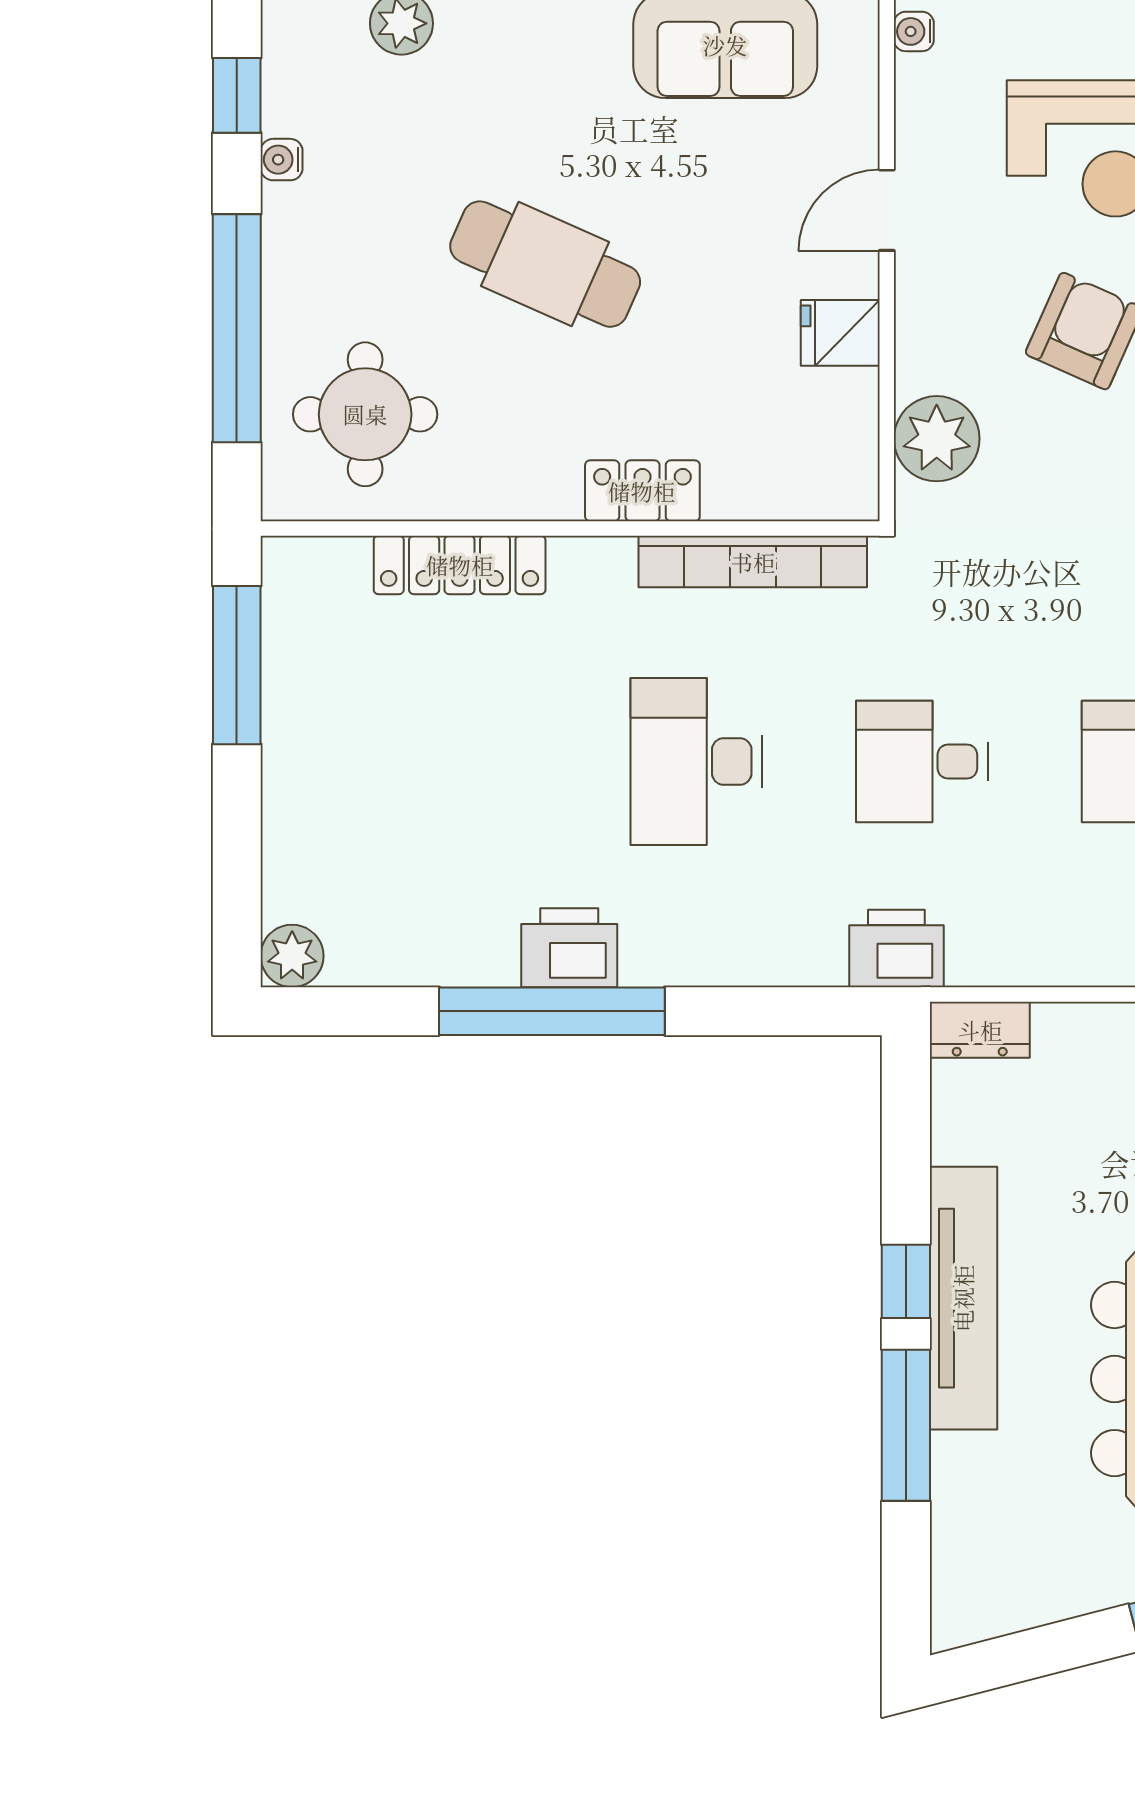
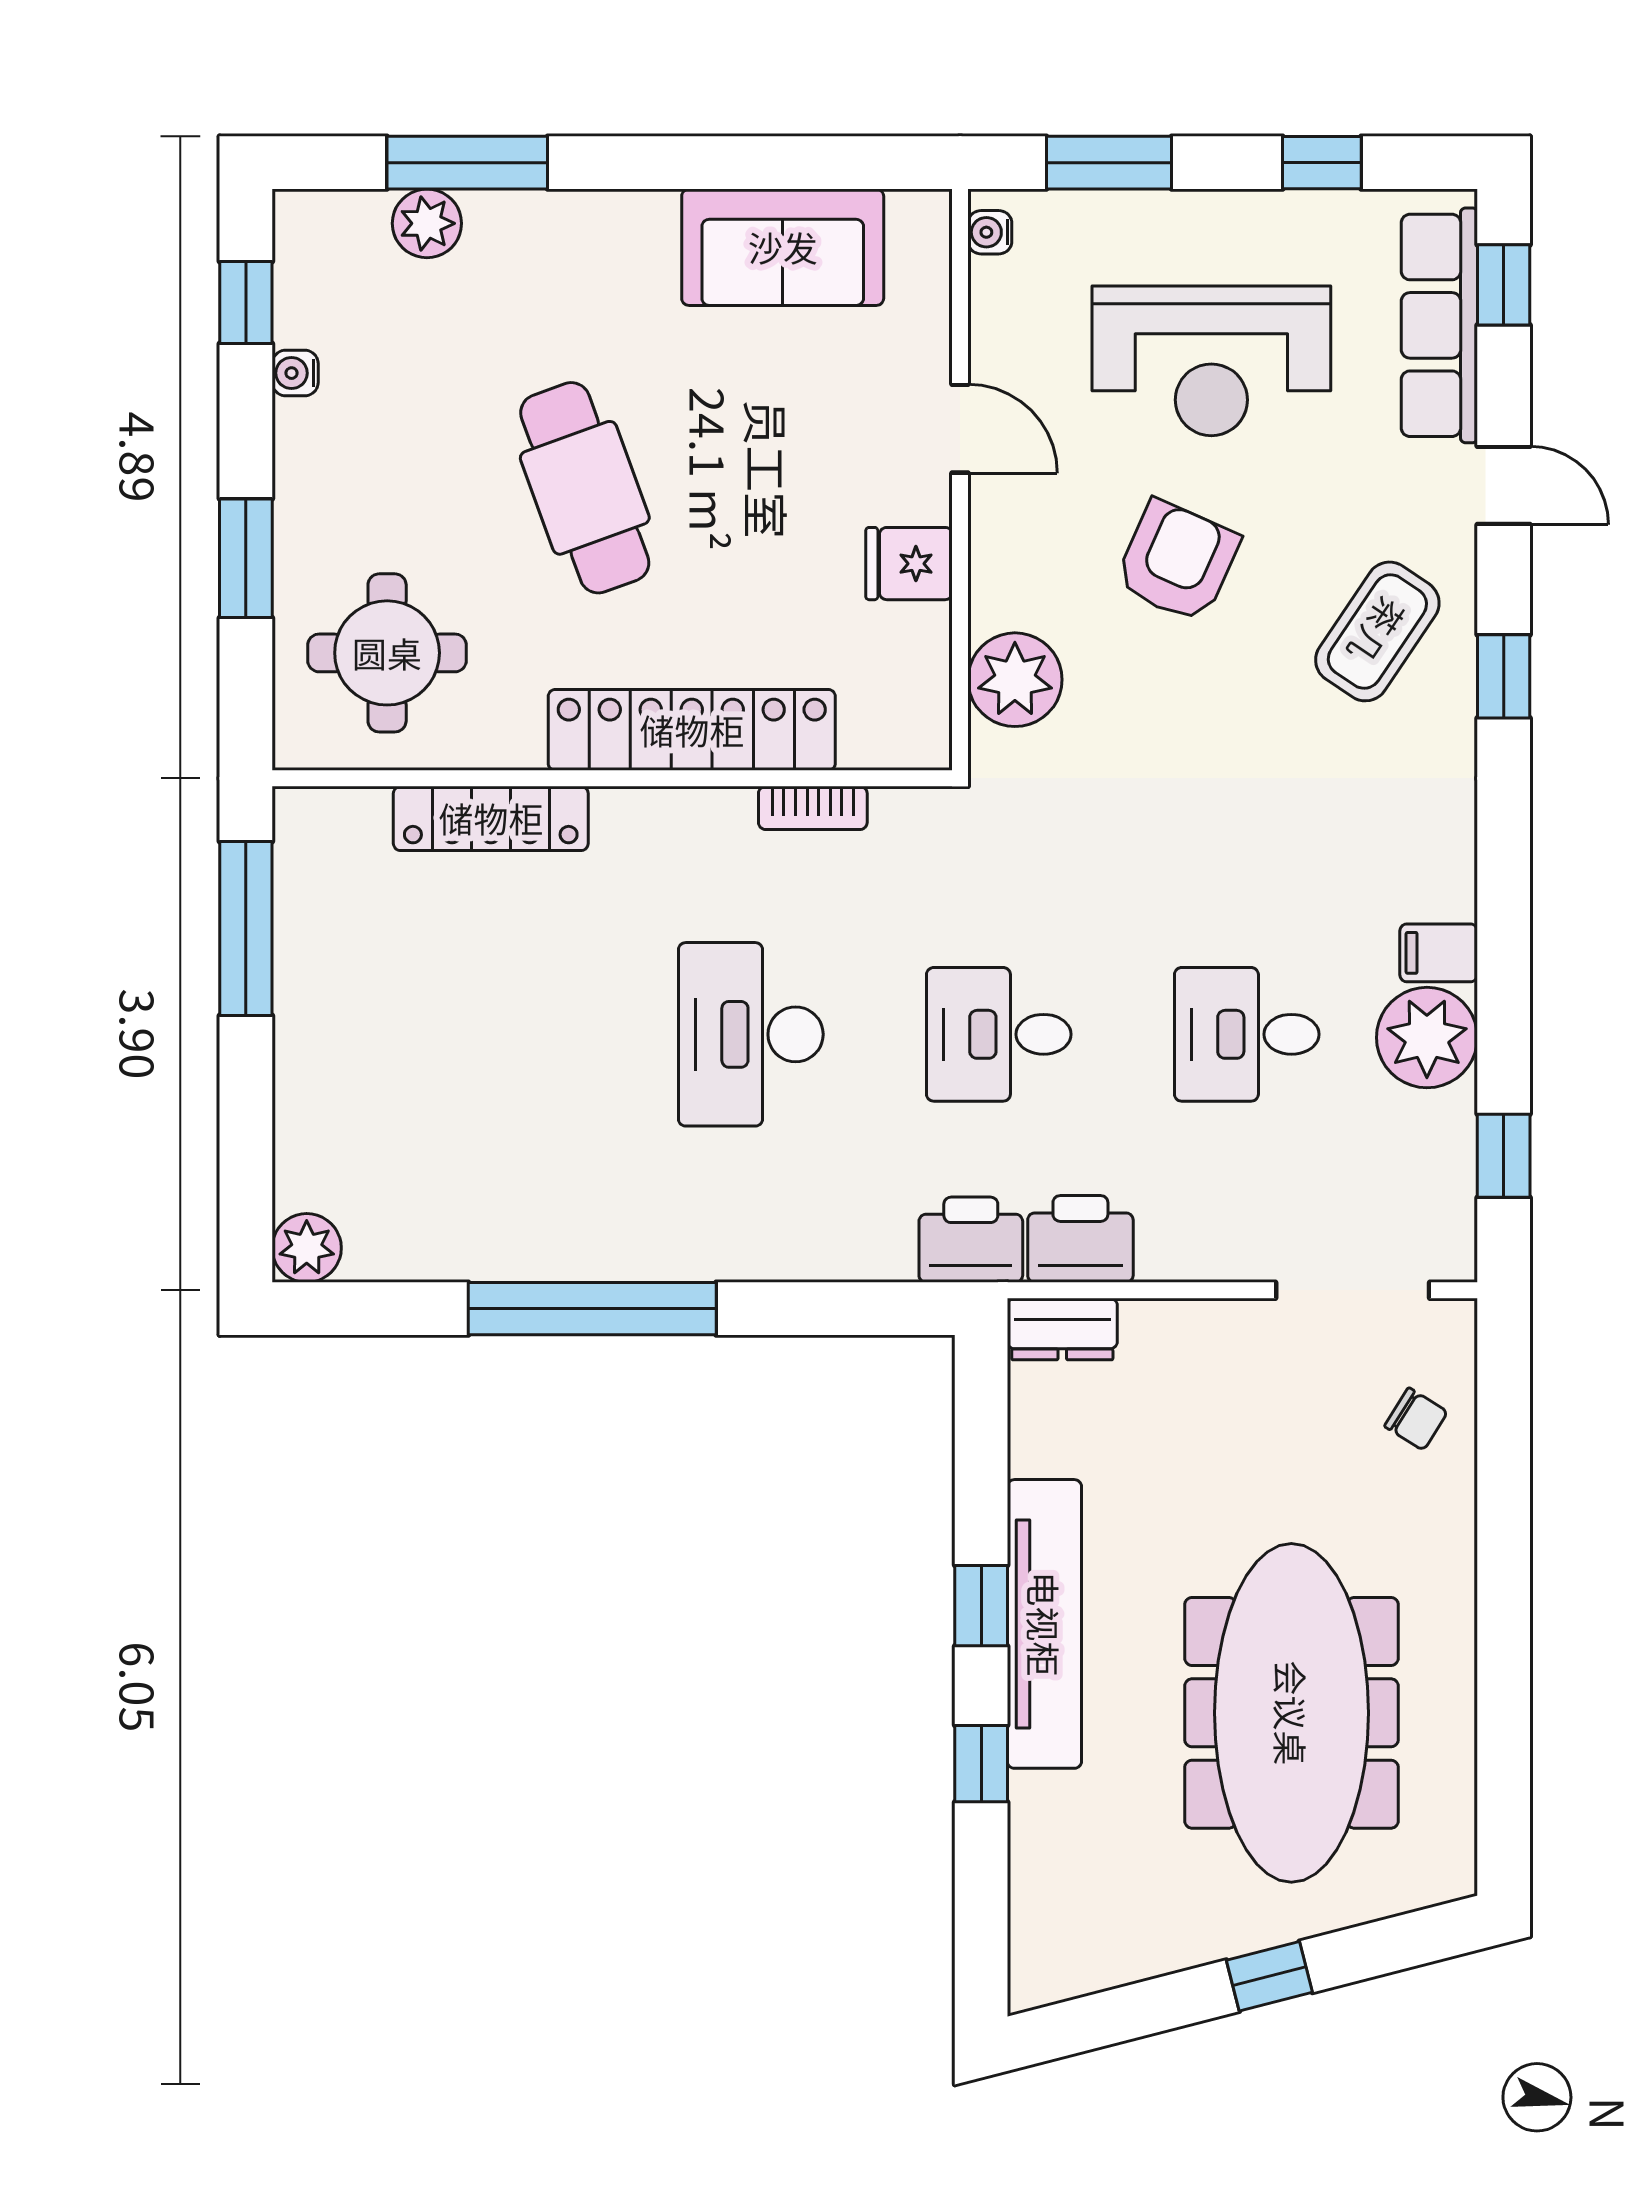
door: (887, 210) -> (960, 429), swing flipped
cafe table: (545, 264) -> (585, 488), turned 46
window: (237, 328) -> (246, 558), width x0.47
locker: (642, 491) -> (692, 730), width x2.16, depth x1.21
bookcase: (753, 562) -> (813, 808), width x0.43, depth x0.76
printer: (569, 948) -> (1080, 1239), moved
window: (906, 1425) -> (981, 1764), width x0.46

